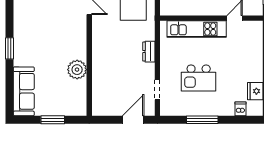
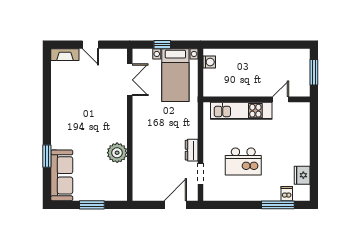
window: (9, 48) -> (47, 156), moved
dresser: (149, 52) -> (192, 150), moved
window: (202, 120) -> (278, 205), moved

